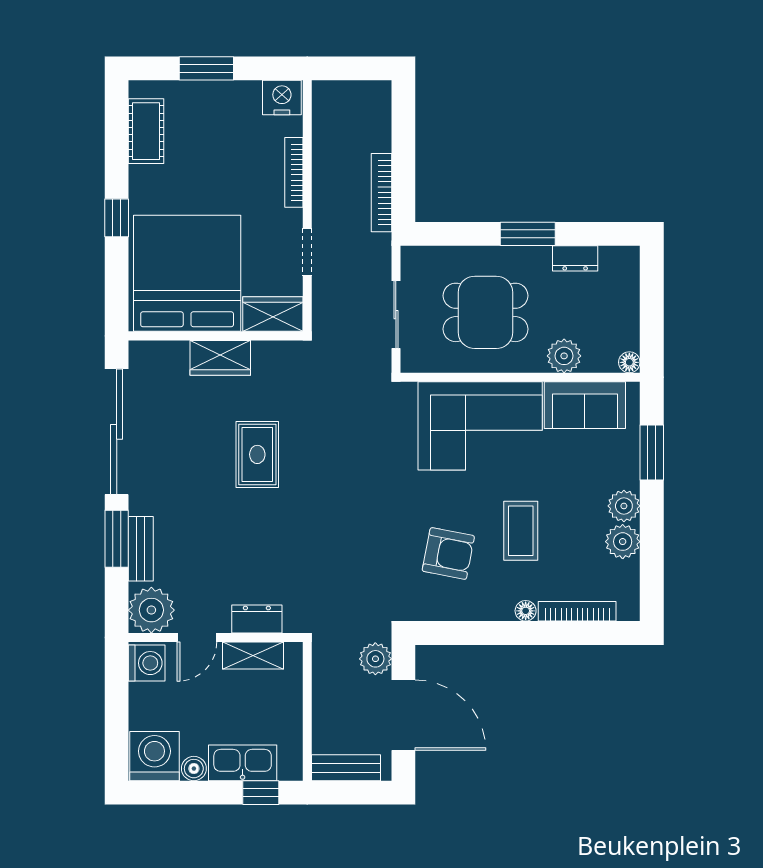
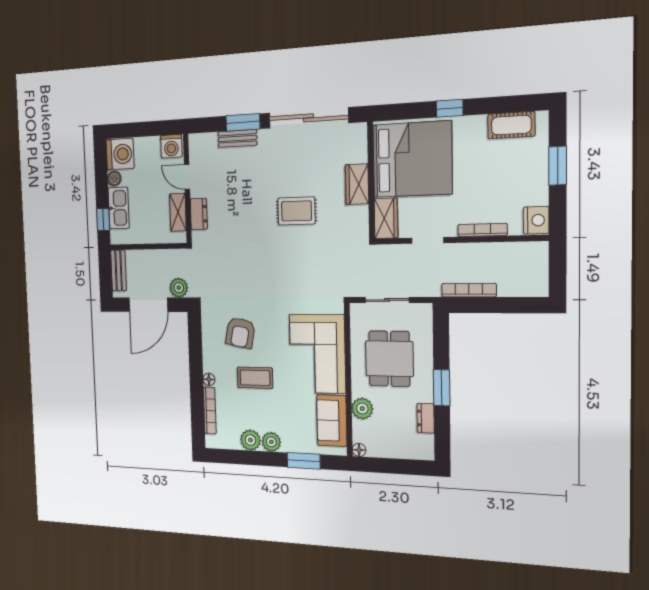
plant: (151, 610) -> (202, 147), removed

